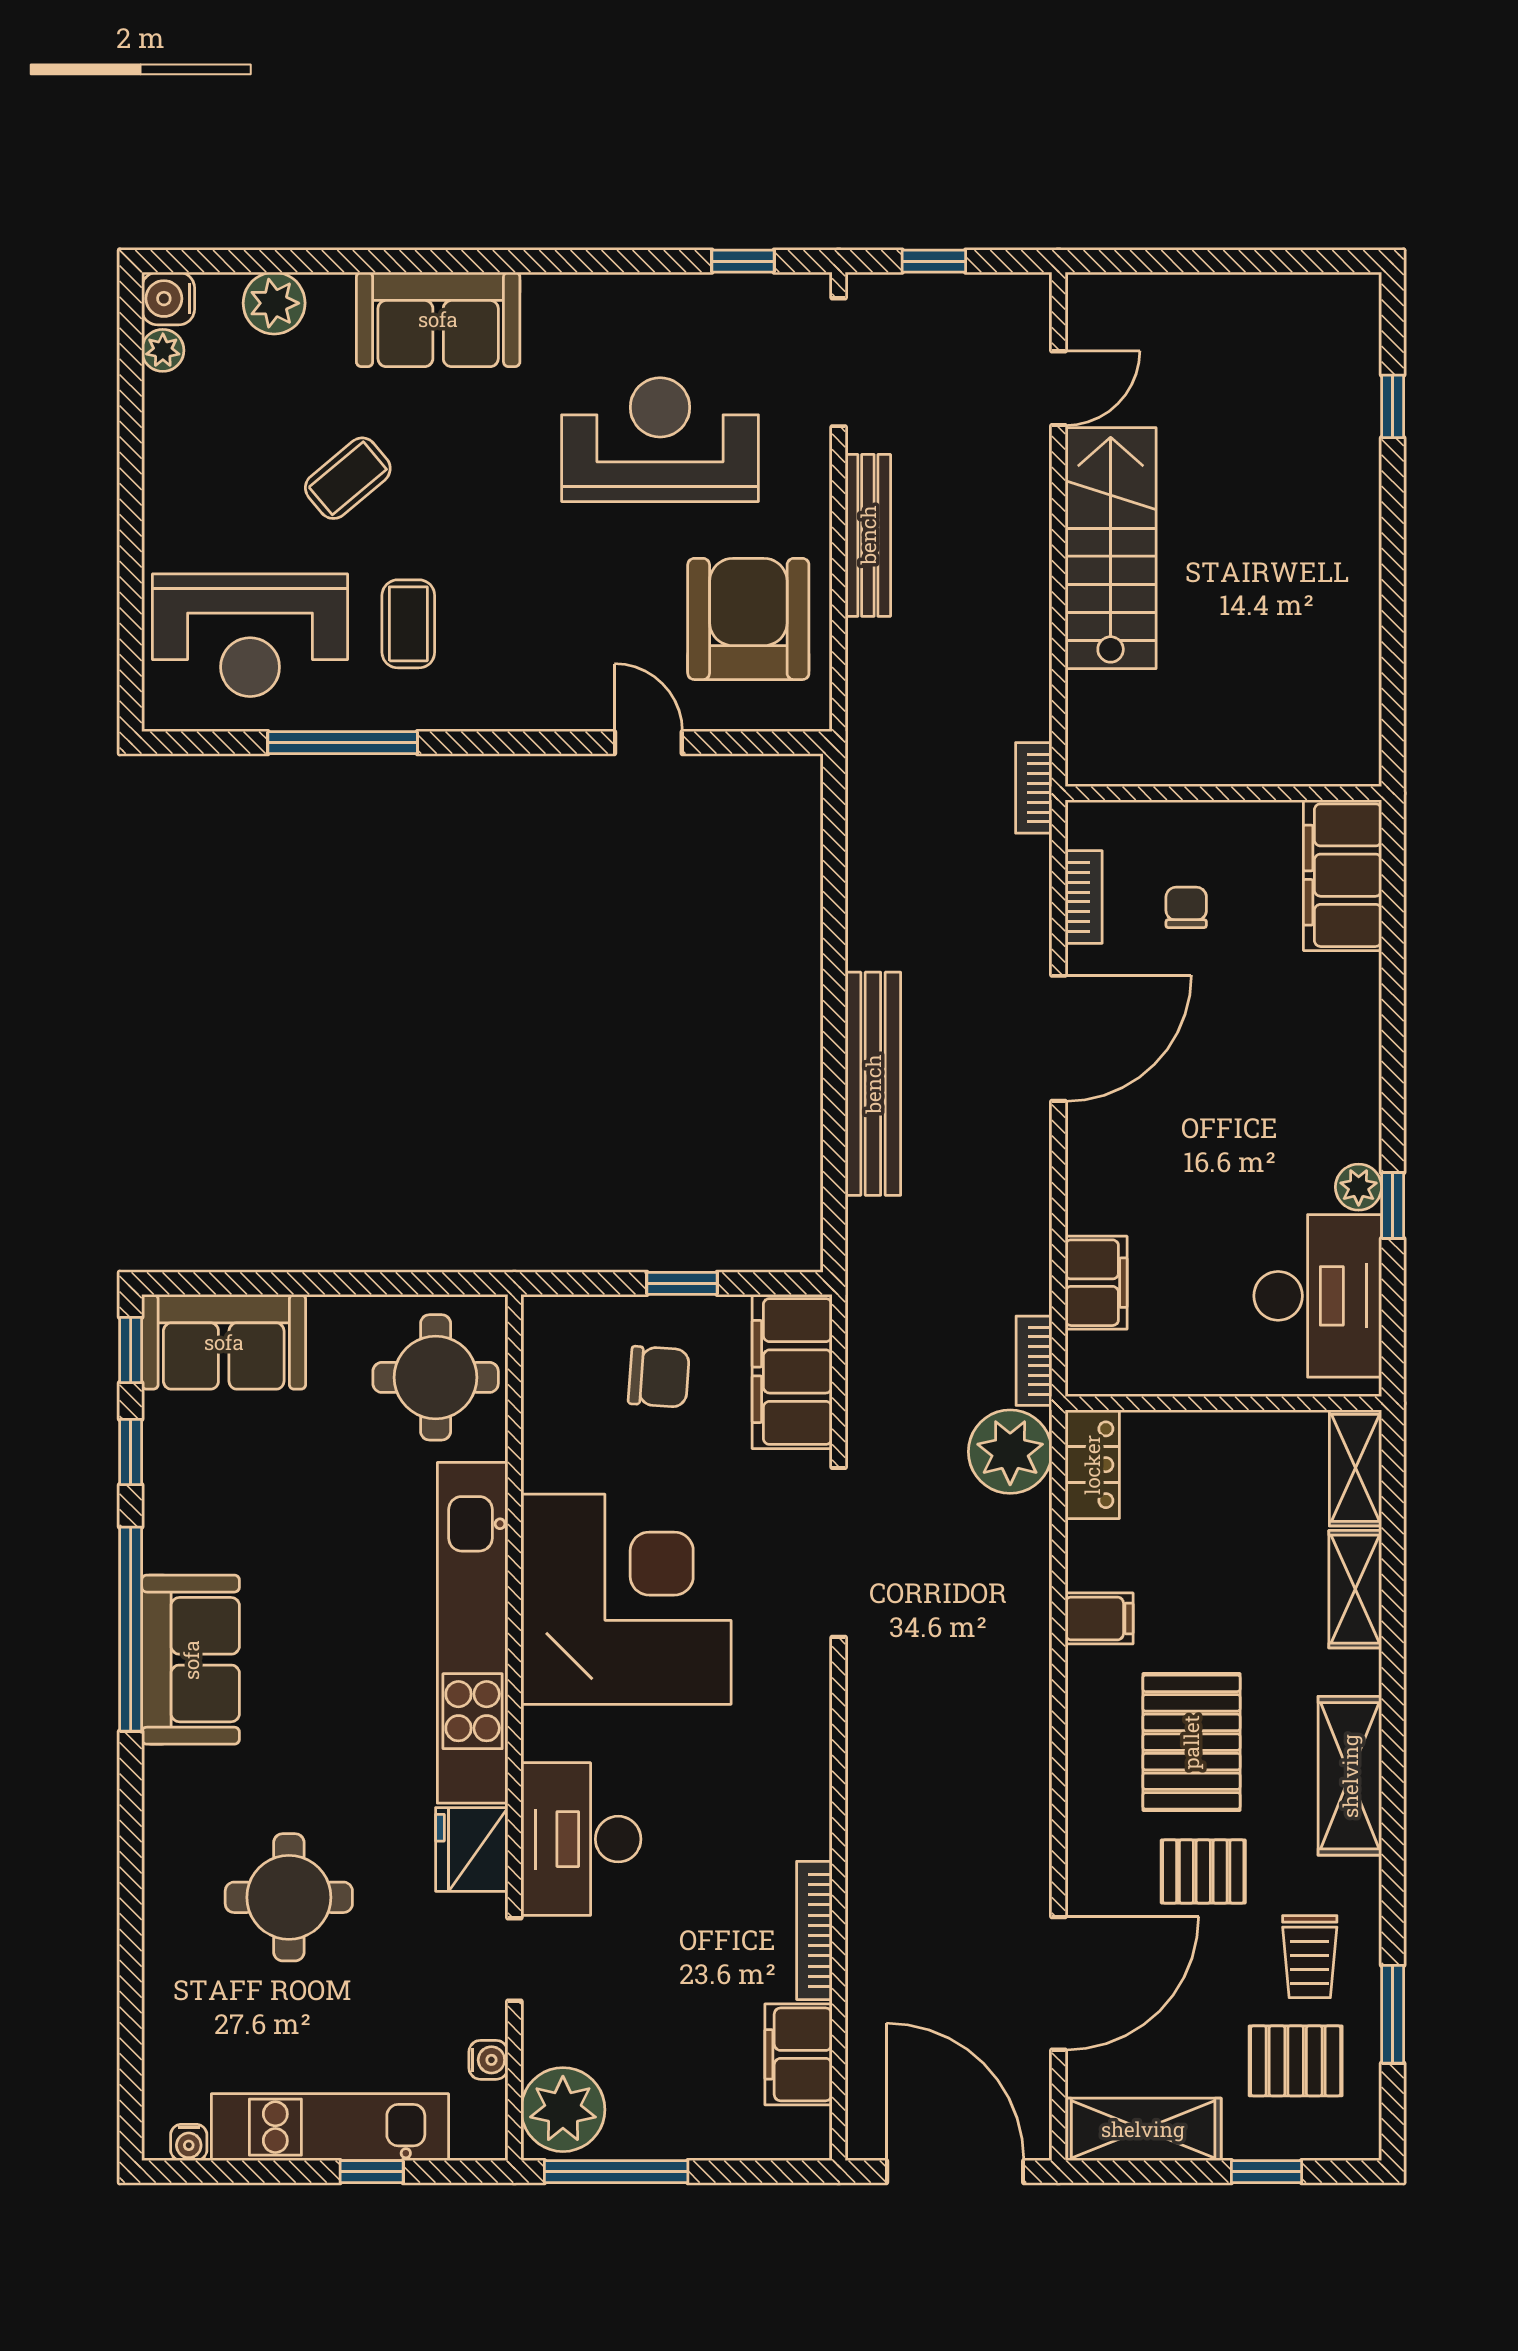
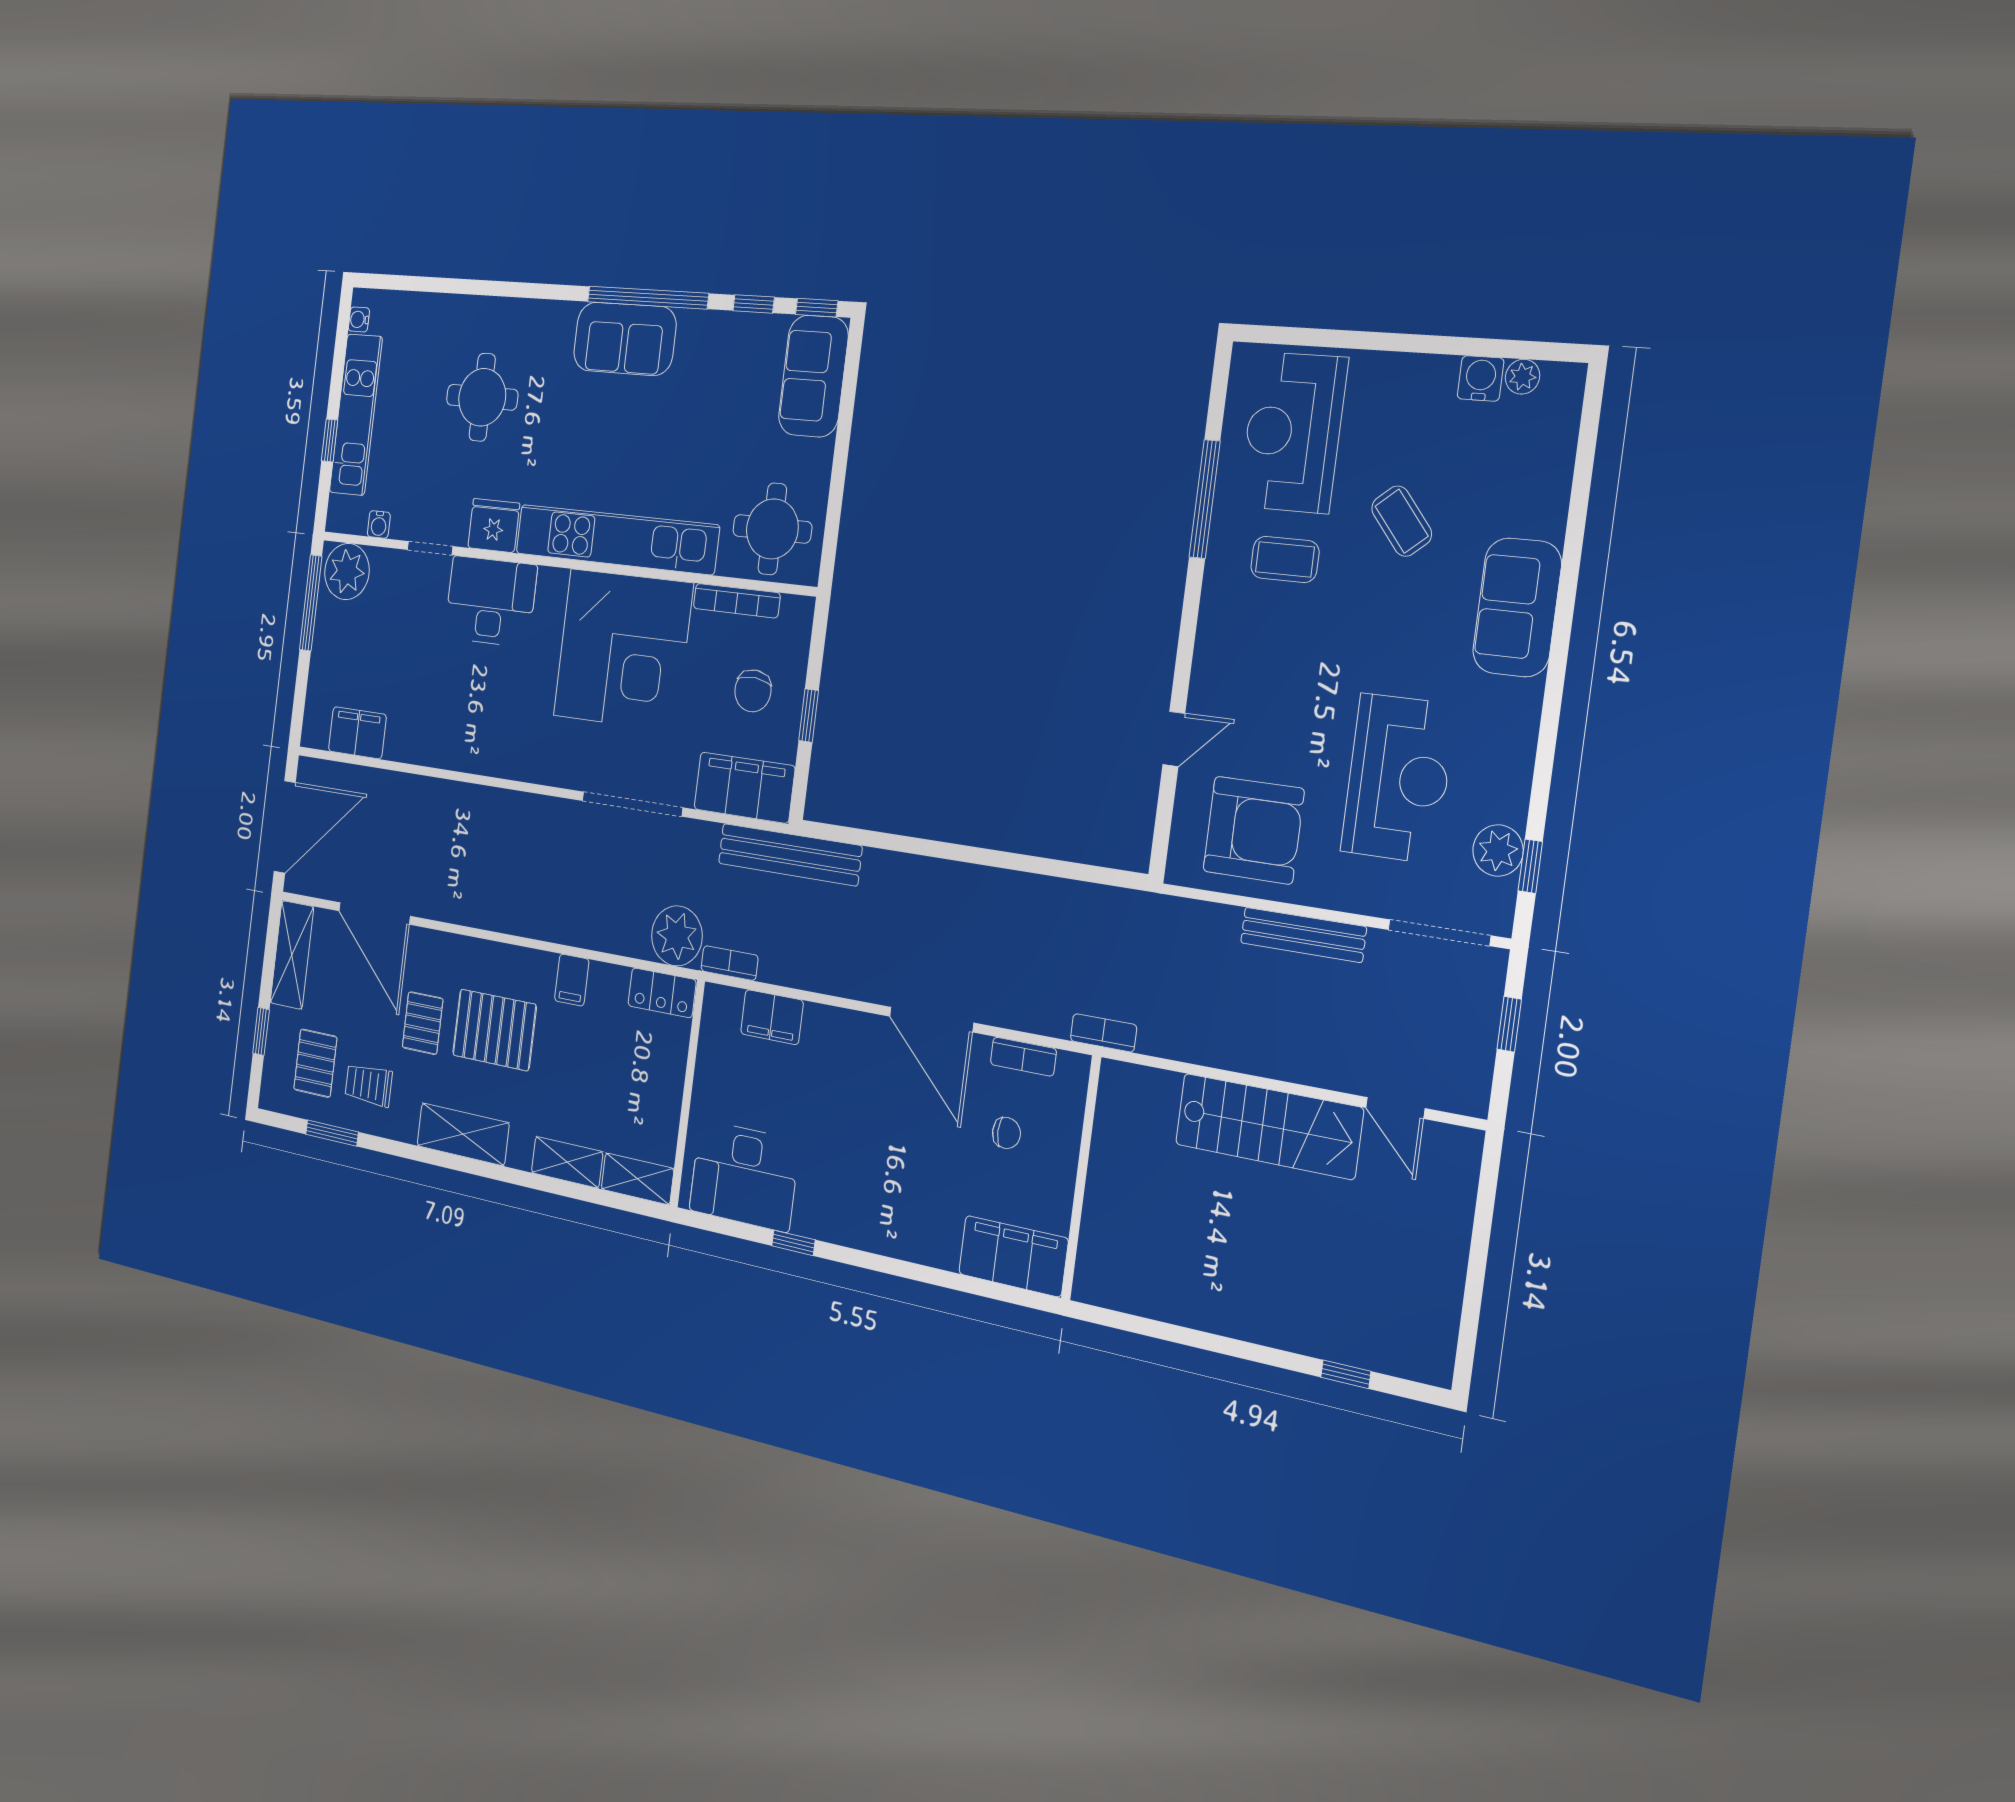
water cooler: (168, 299) -> (1481, 378), moved
plant: (274, 303) -> (1498, 851), moved
bench: (873, 1084) -> (790, 855), moved
plant: (1359, 1187) -> (808, 1221), removed
bookcase: (814, 1930) -> (737, 601), moved, turned 180

